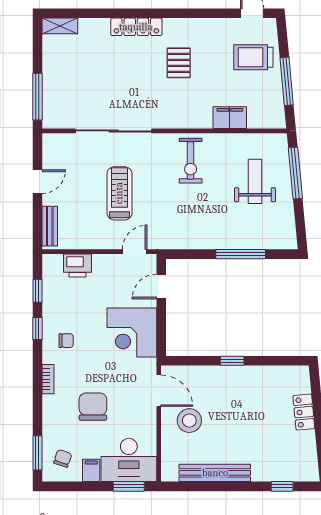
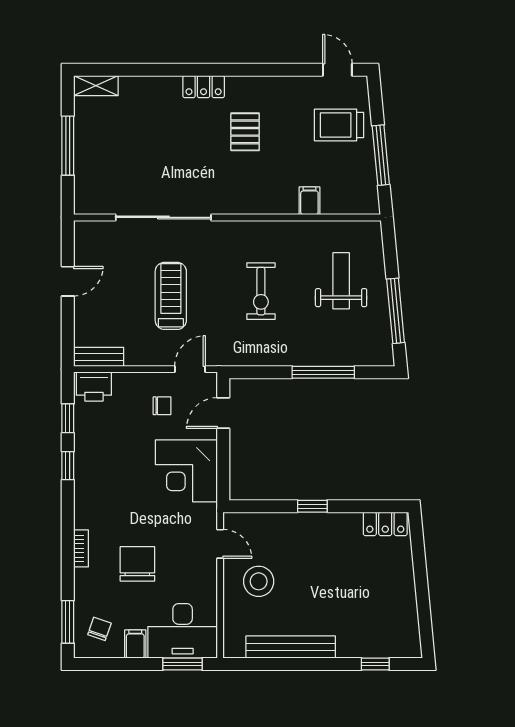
locker: (136, 27) -> (204, 87), width x0.66
window: (37, 97) -> (68, 146), moved
filing cabinet: (230, 118) -> (309, 201), width x0.50
exercise bike: (191, 161) -> (261, 291), moved
window: (295, 173) -> (396, 311), moved
bench: (50, 226) -> (99, 357), moved, turned 90
printer: (77, 265) -> (94, 387), moved
chair: (66, 341) -> (162, 406), moved
bookcase: (48, 379) -> (81, 548), moved
door: (159, 391) -> (220, 544), width x0.73
locker: (304, 412) -> (385, 524), moved, turned -85

